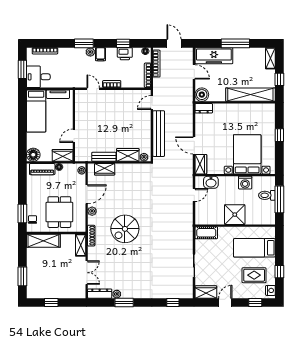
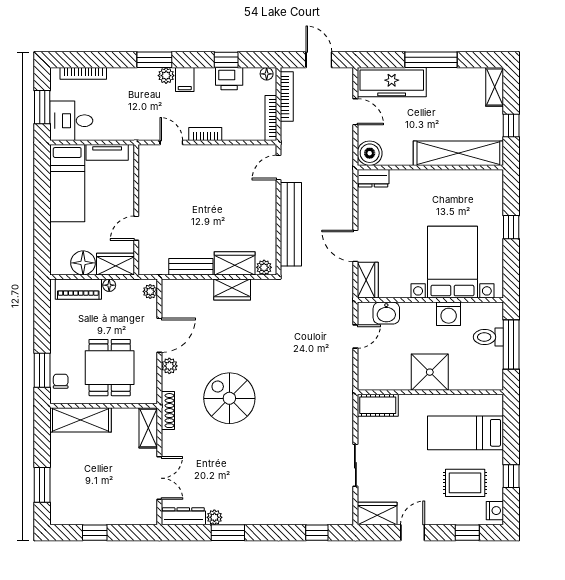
floor lamp: (33, 155) -> (83, 263), moved
wardrobe: (105, 169) -> (232, 290), moved
spiral stairs: (125, 229) -> (229, 398), turned 90

